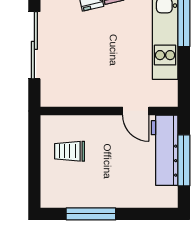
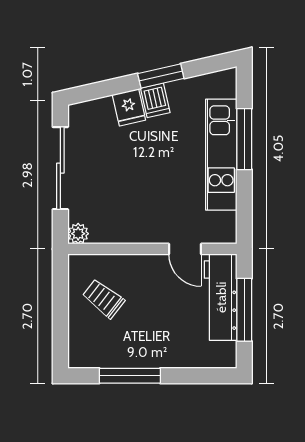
plant: (49, 98) -> (78, 234), added
trolley: (69, 151) -> (103, 299), turned 38

